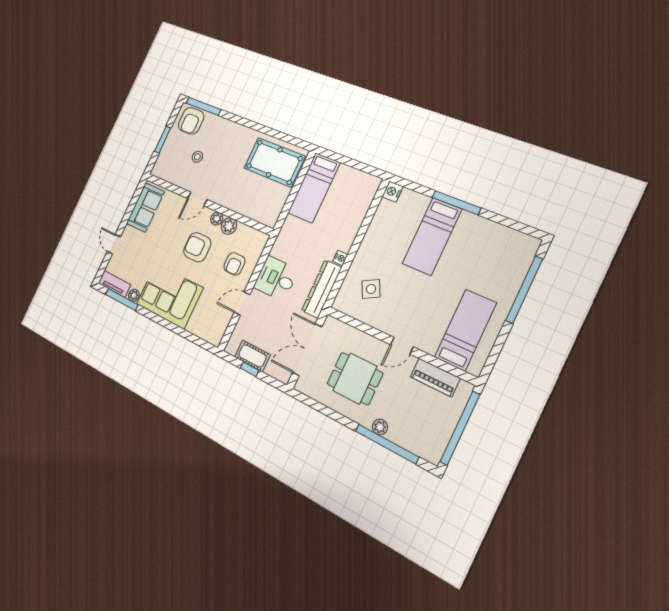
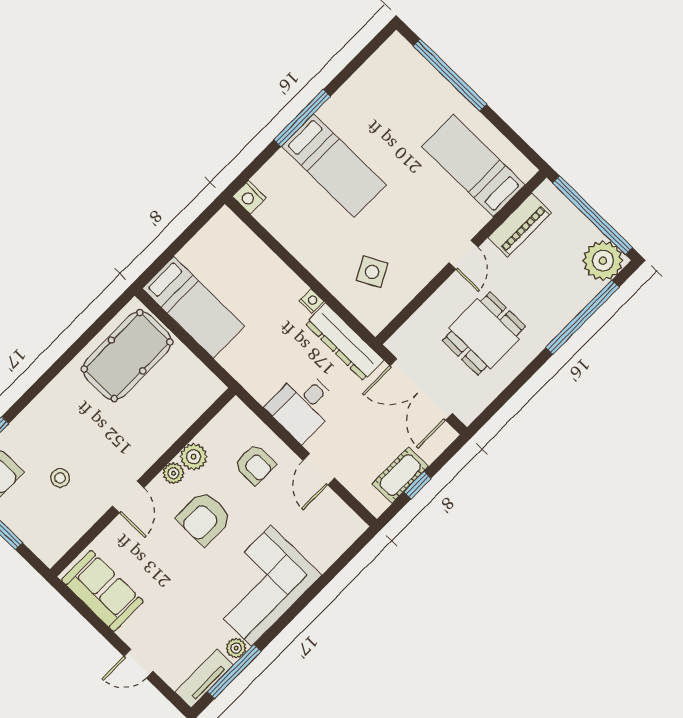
plant: (380, 427) -> (603, 261), moved, width x1.87, depth x1.87

